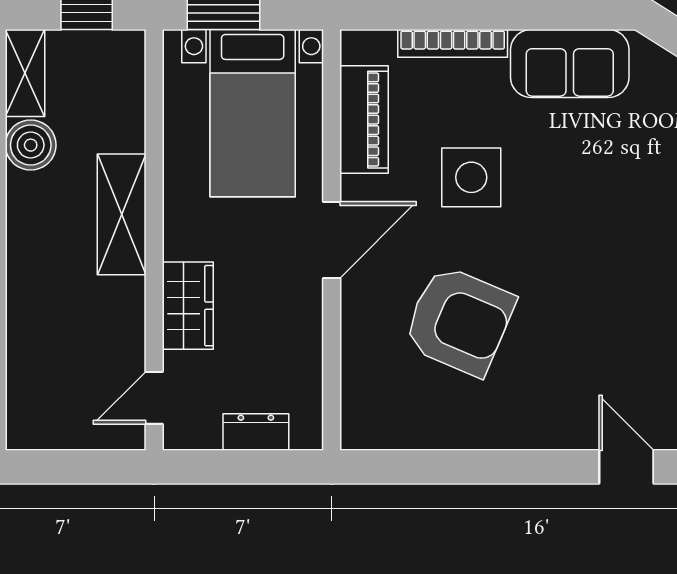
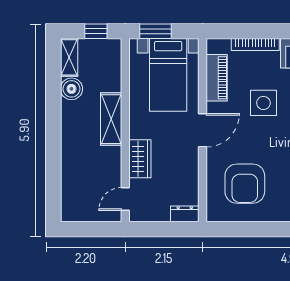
armchair: (459, 321) -> (245, 184), moved, turned 67
dresser: (256, 432) -> (185, 214), moved

